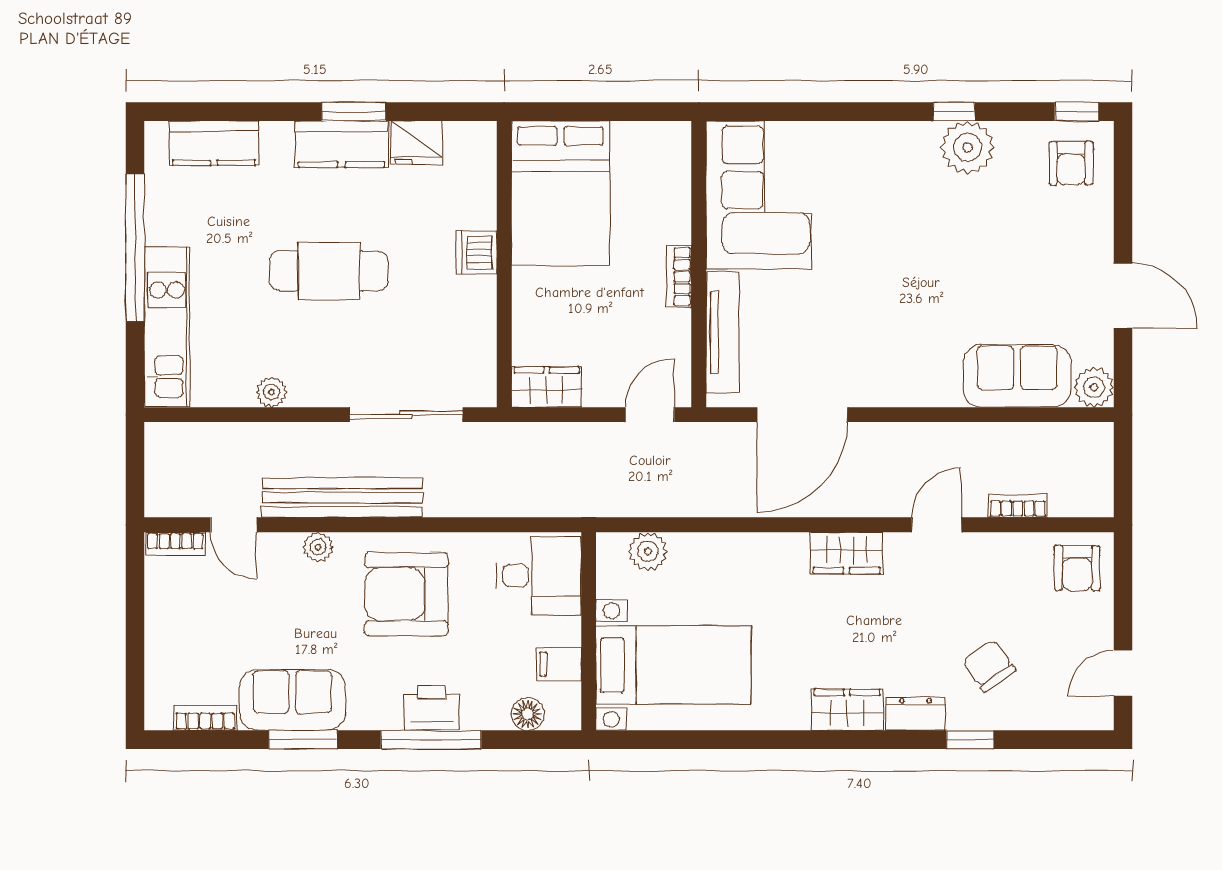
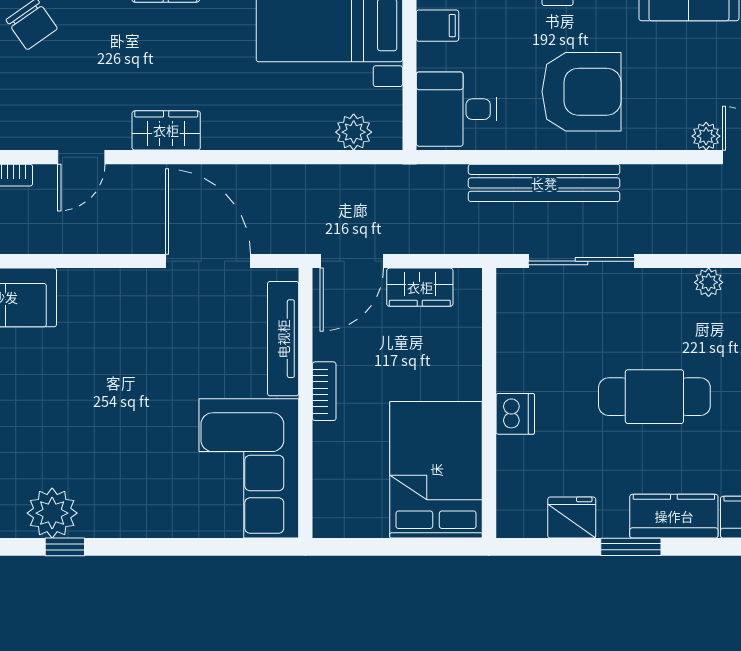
kitchen counter: (341, 144) -> (674, 516), moved
wardrobe: (547, 387) -> (420, 287), moved
door: (650, 415) -> (352, 261), width x1.38
door: (802, 415) -> (208, 261), hinge flipped
bench: (342, 497) -> (544, 183), moved
plant: (318, 547) -> (706, 136), moved

